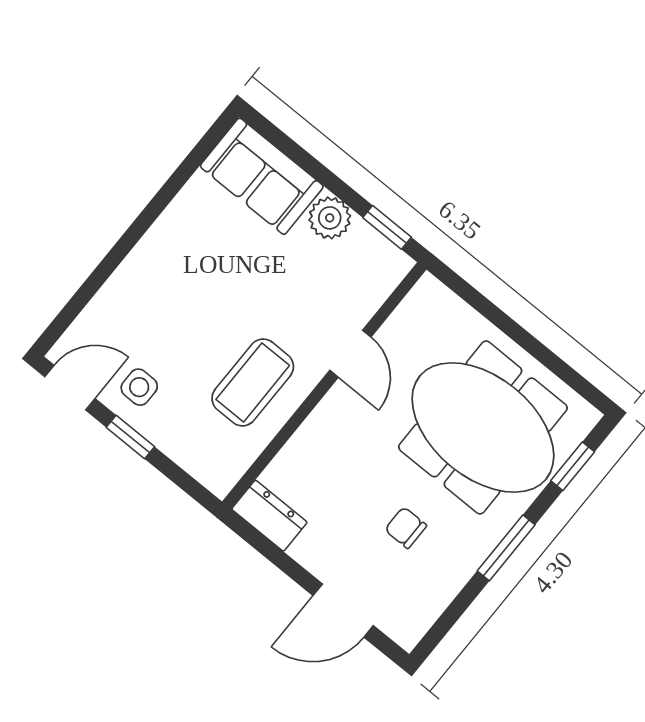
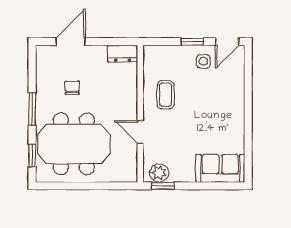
plant: (330, 218) -> (159, 173), moved
coffee table: (253, 382) -> (166, 95), width x0.73, depth x0.77
chair: (406, 528) -> (72, 88), turned -90

